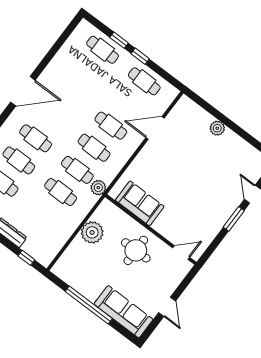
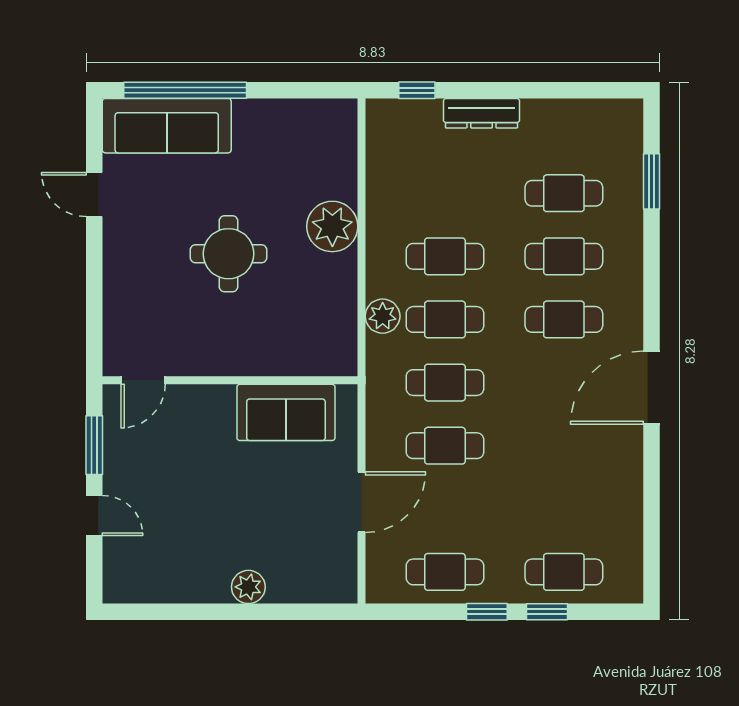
sofa: (140, 203) -> (286, 412), moved
wall: (151, 230) -> (230, 380), moved
door: (181, 253) -> (143, 380), moved
window: (89, 305) -> (185, 90), moved

